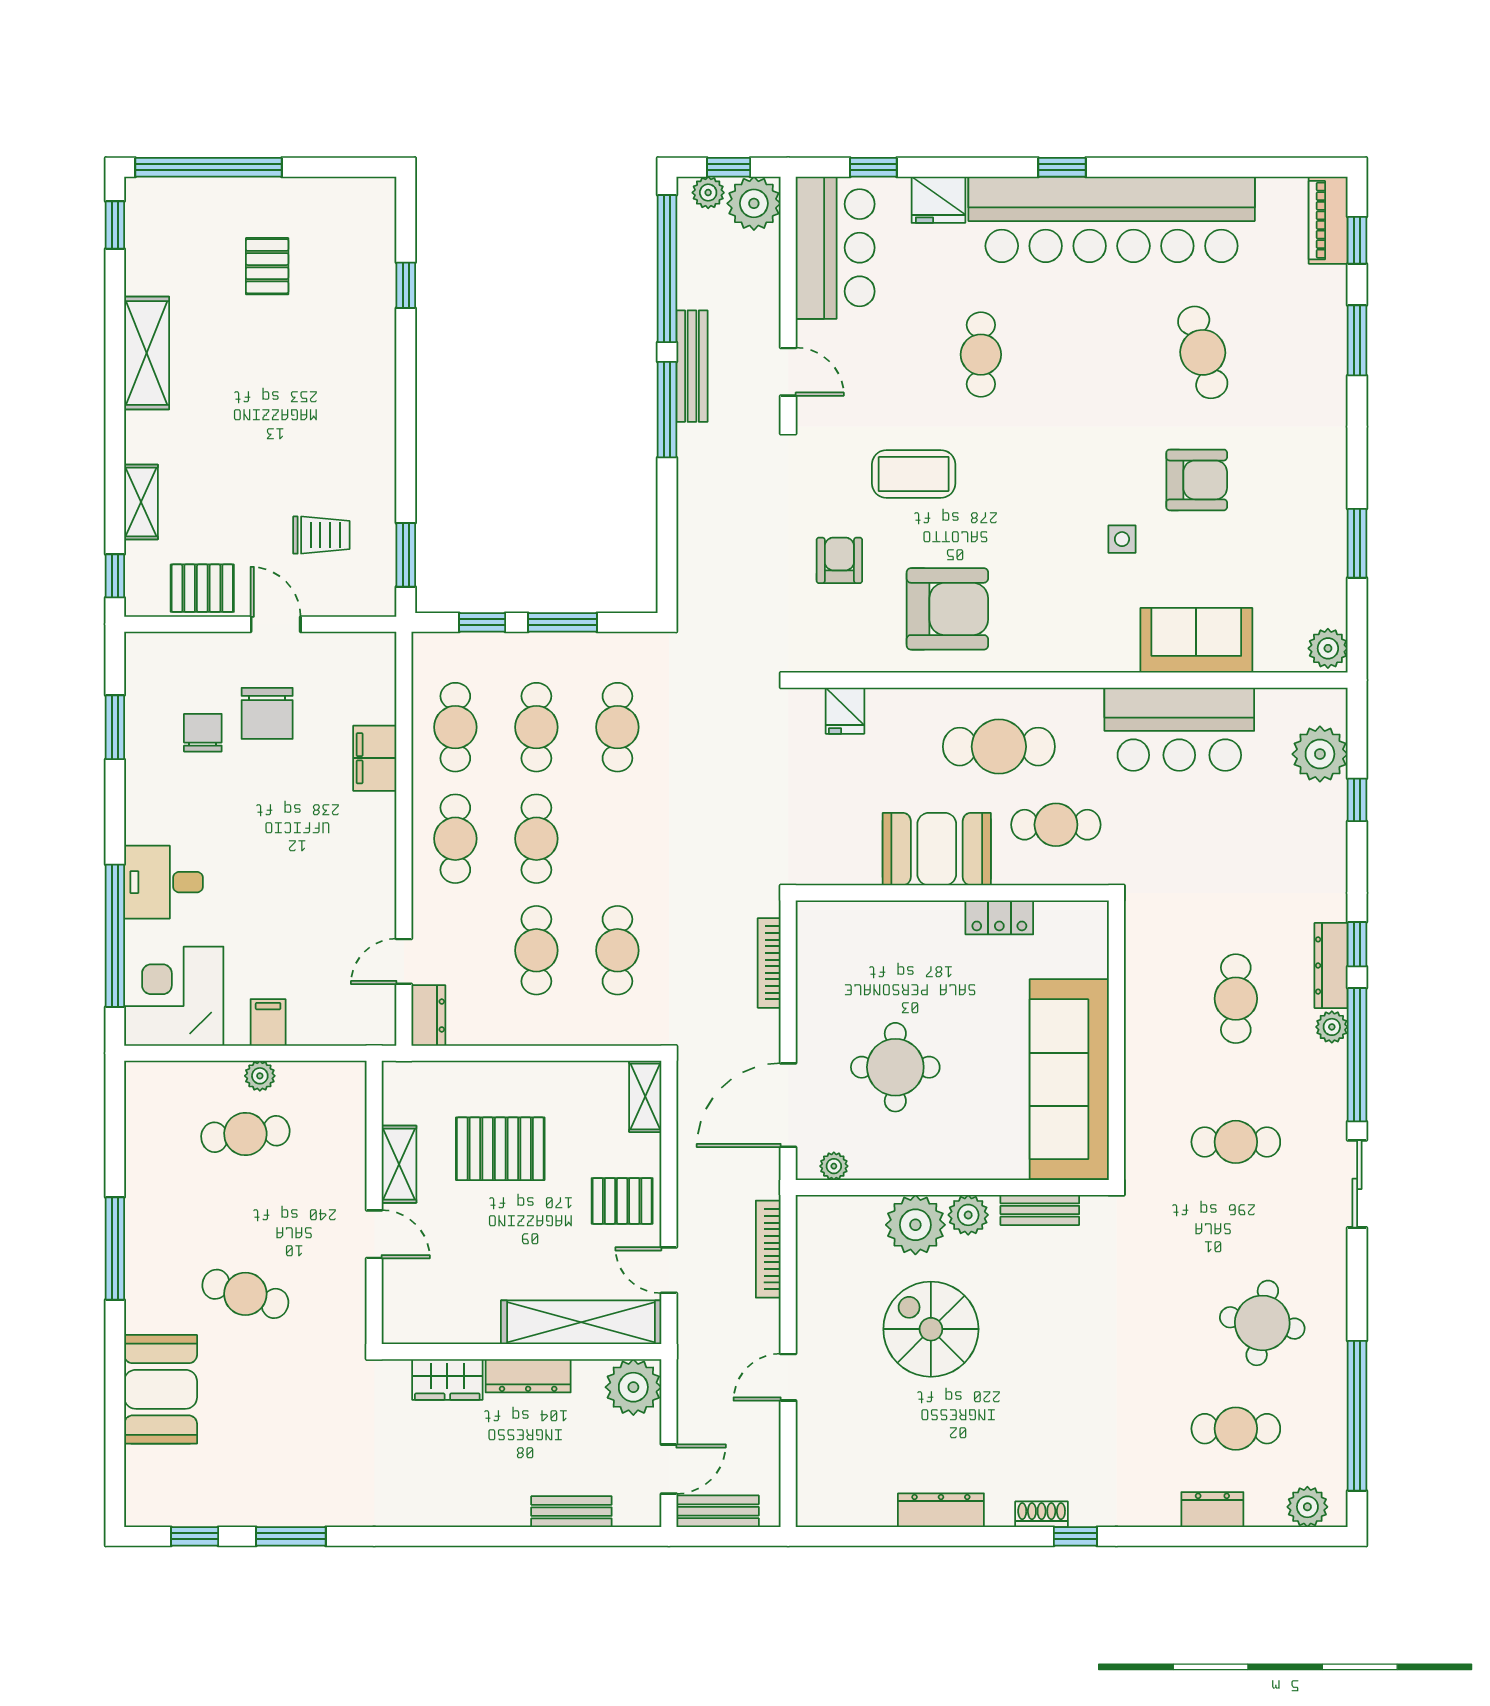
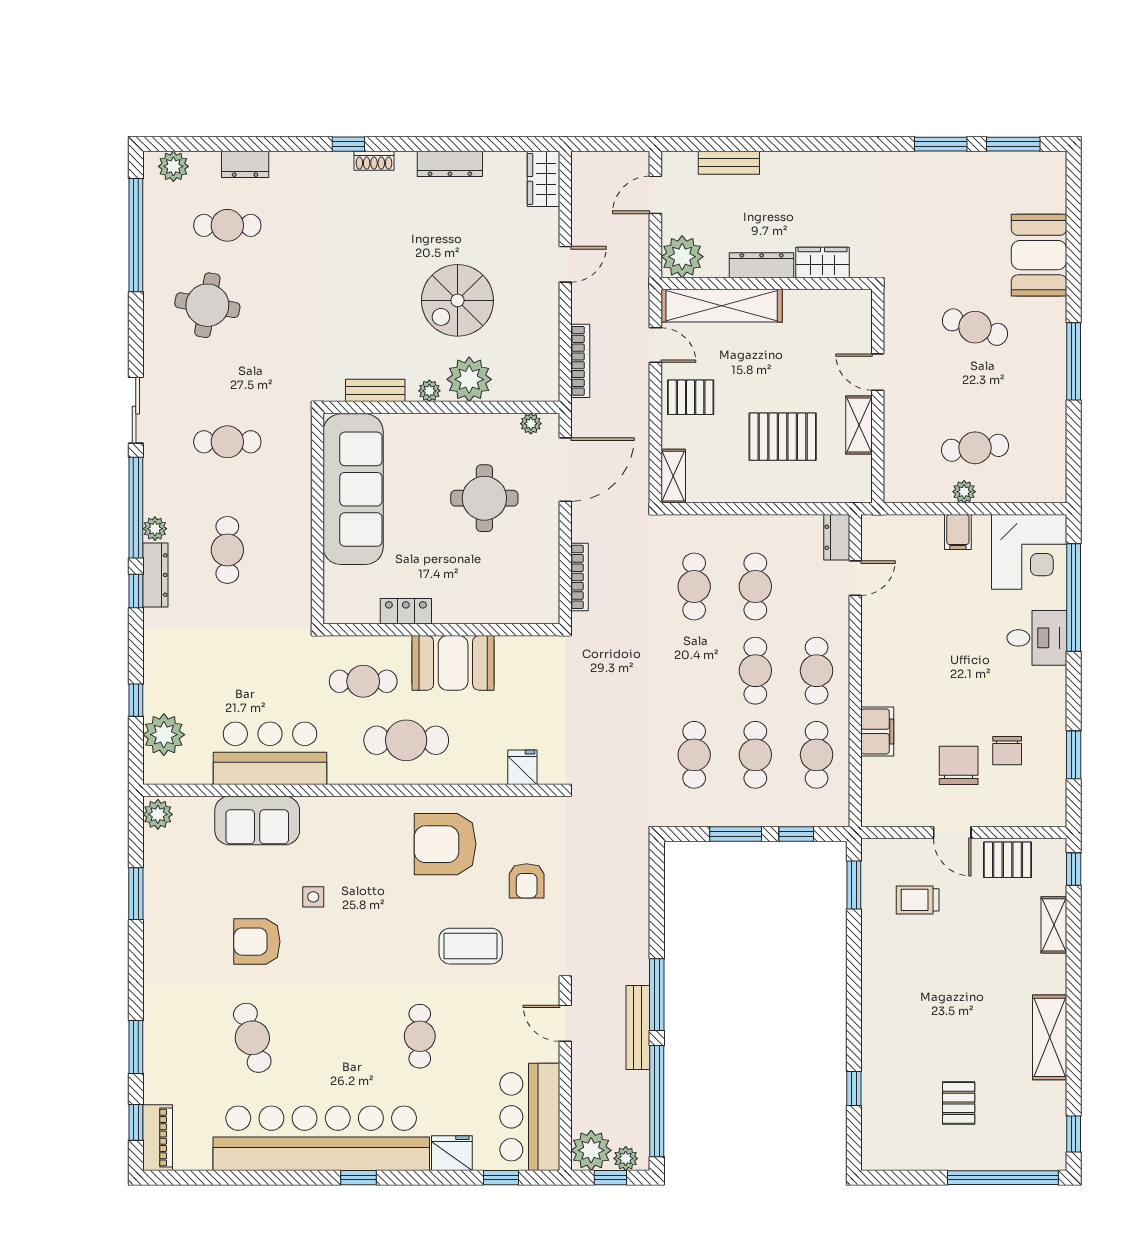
plant: (968, 1215) -> (429, 391), width x0.73, depth x0.73
spiral stairs: (931, 1329) -> (457, 300), turned 90
wardrobe: (817, 1490) -> (544, 179), added
bench: (718, 1511) -> (619, 163), removed
window: (195, 1536) -> (1013, 144), width x1.50

